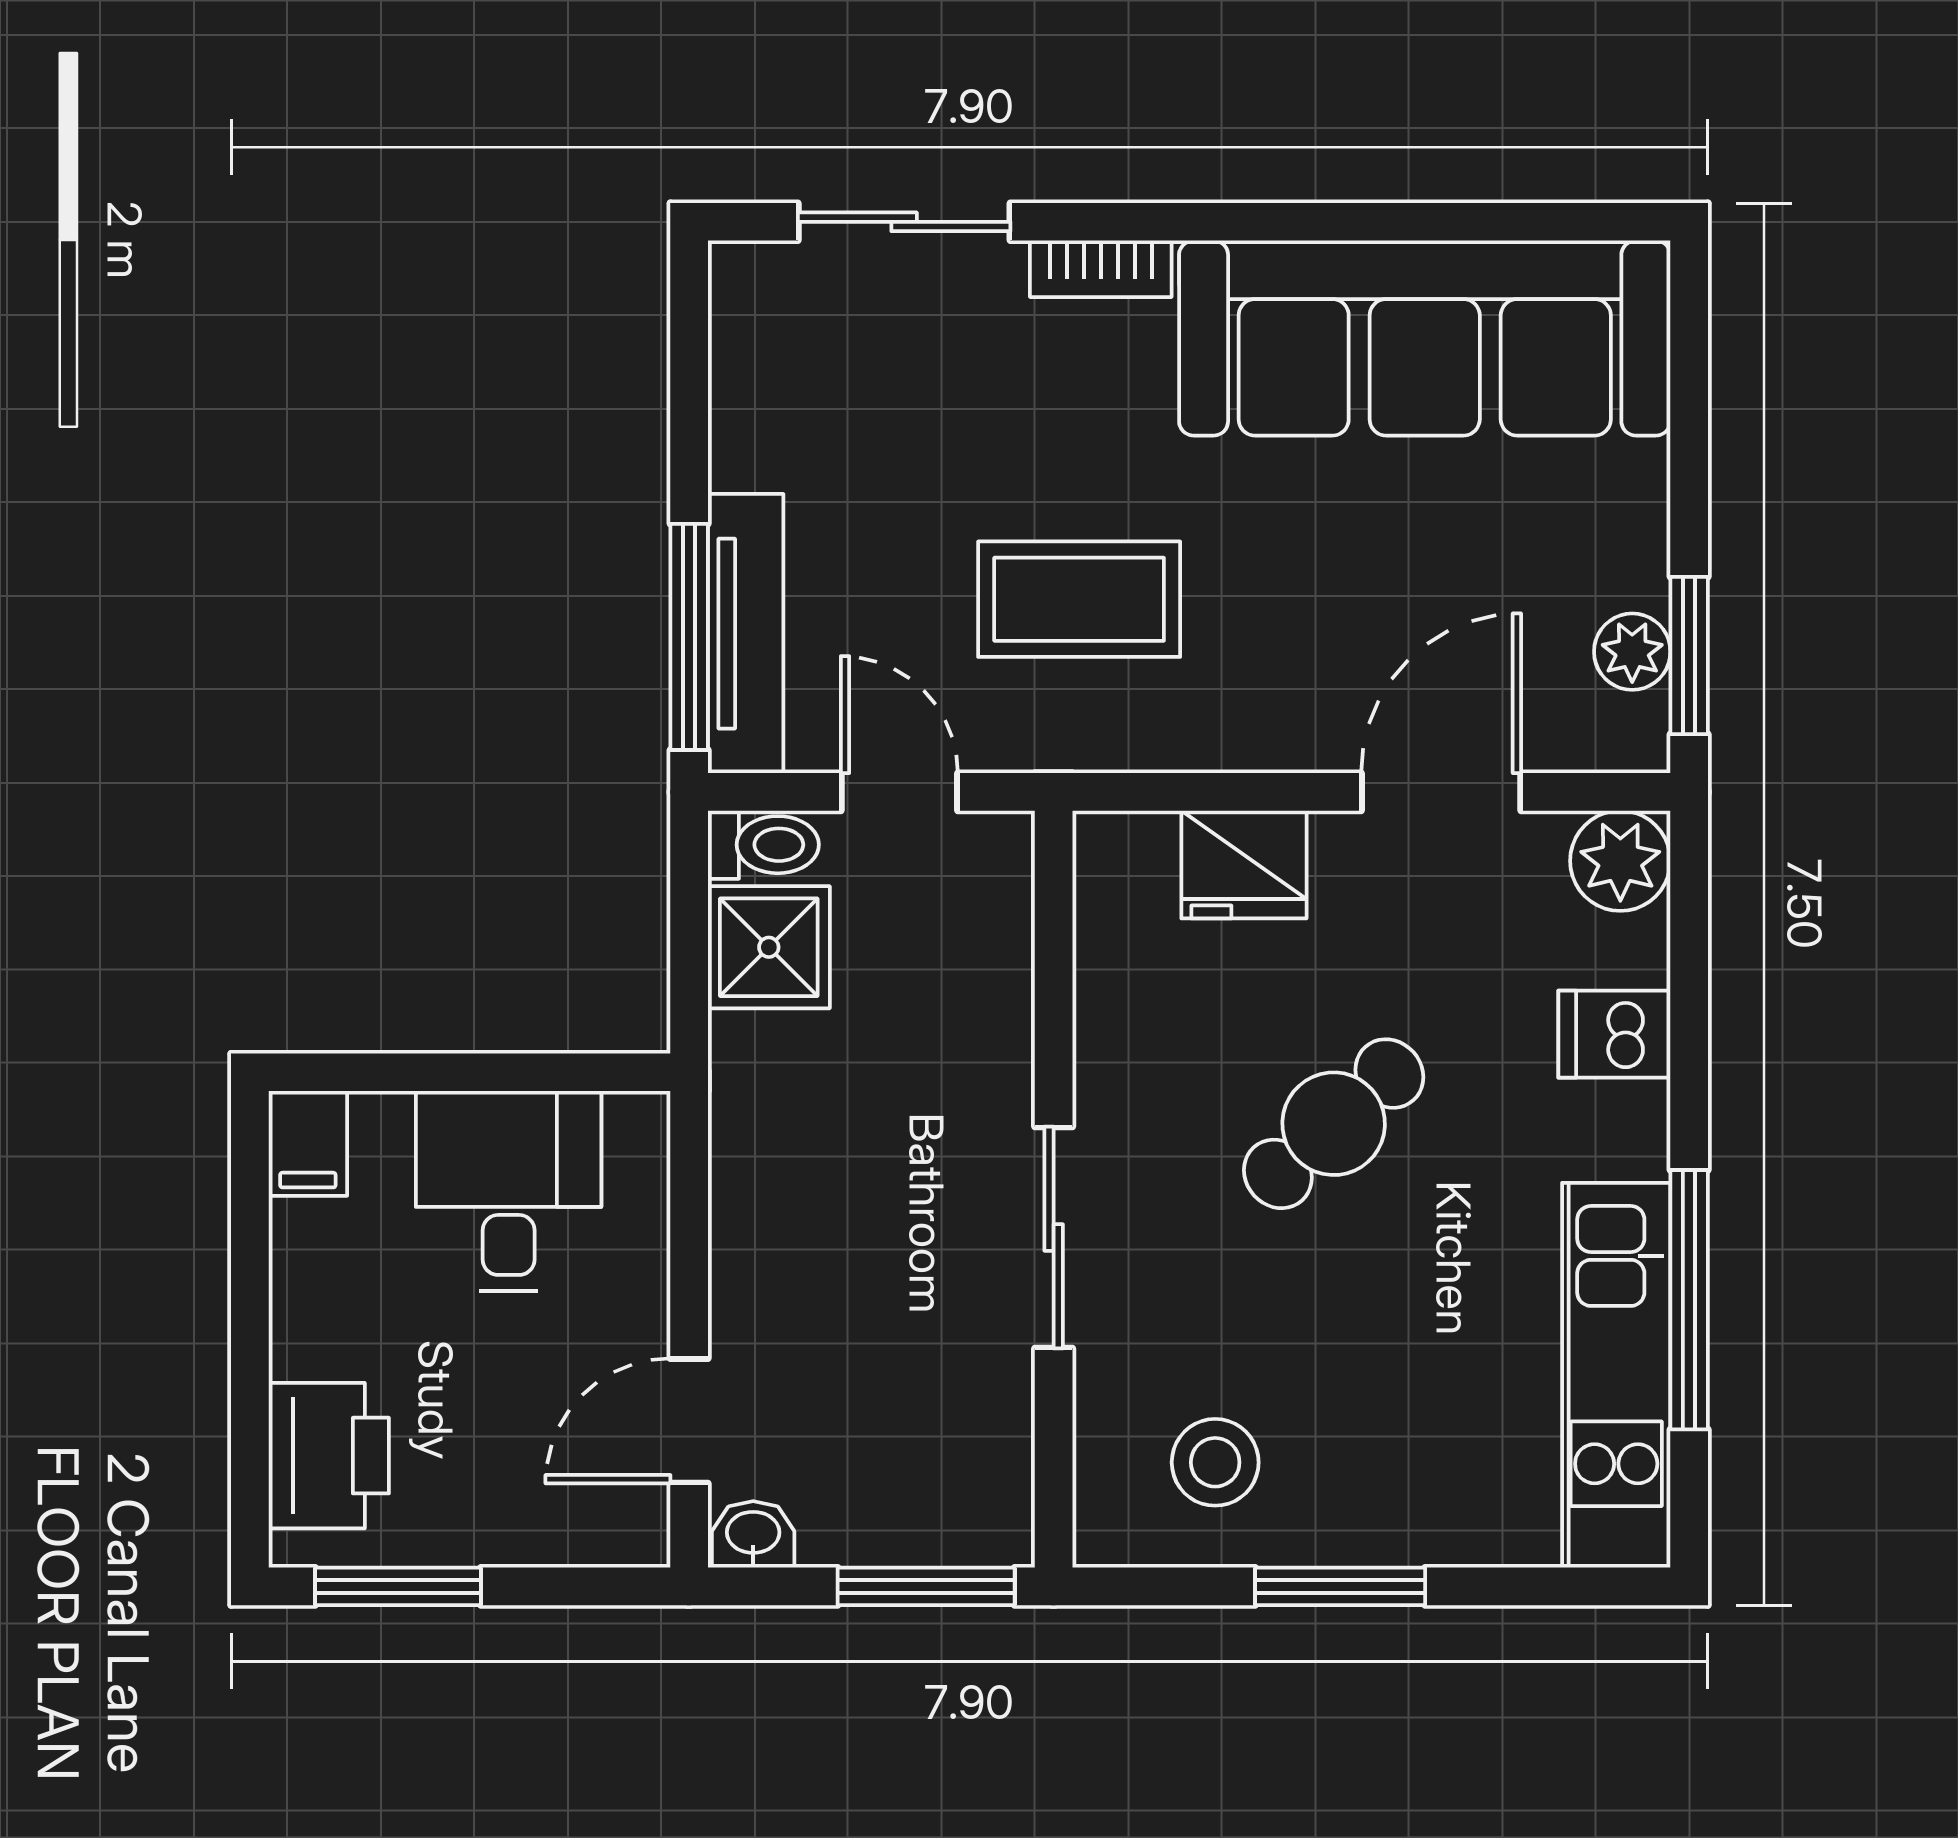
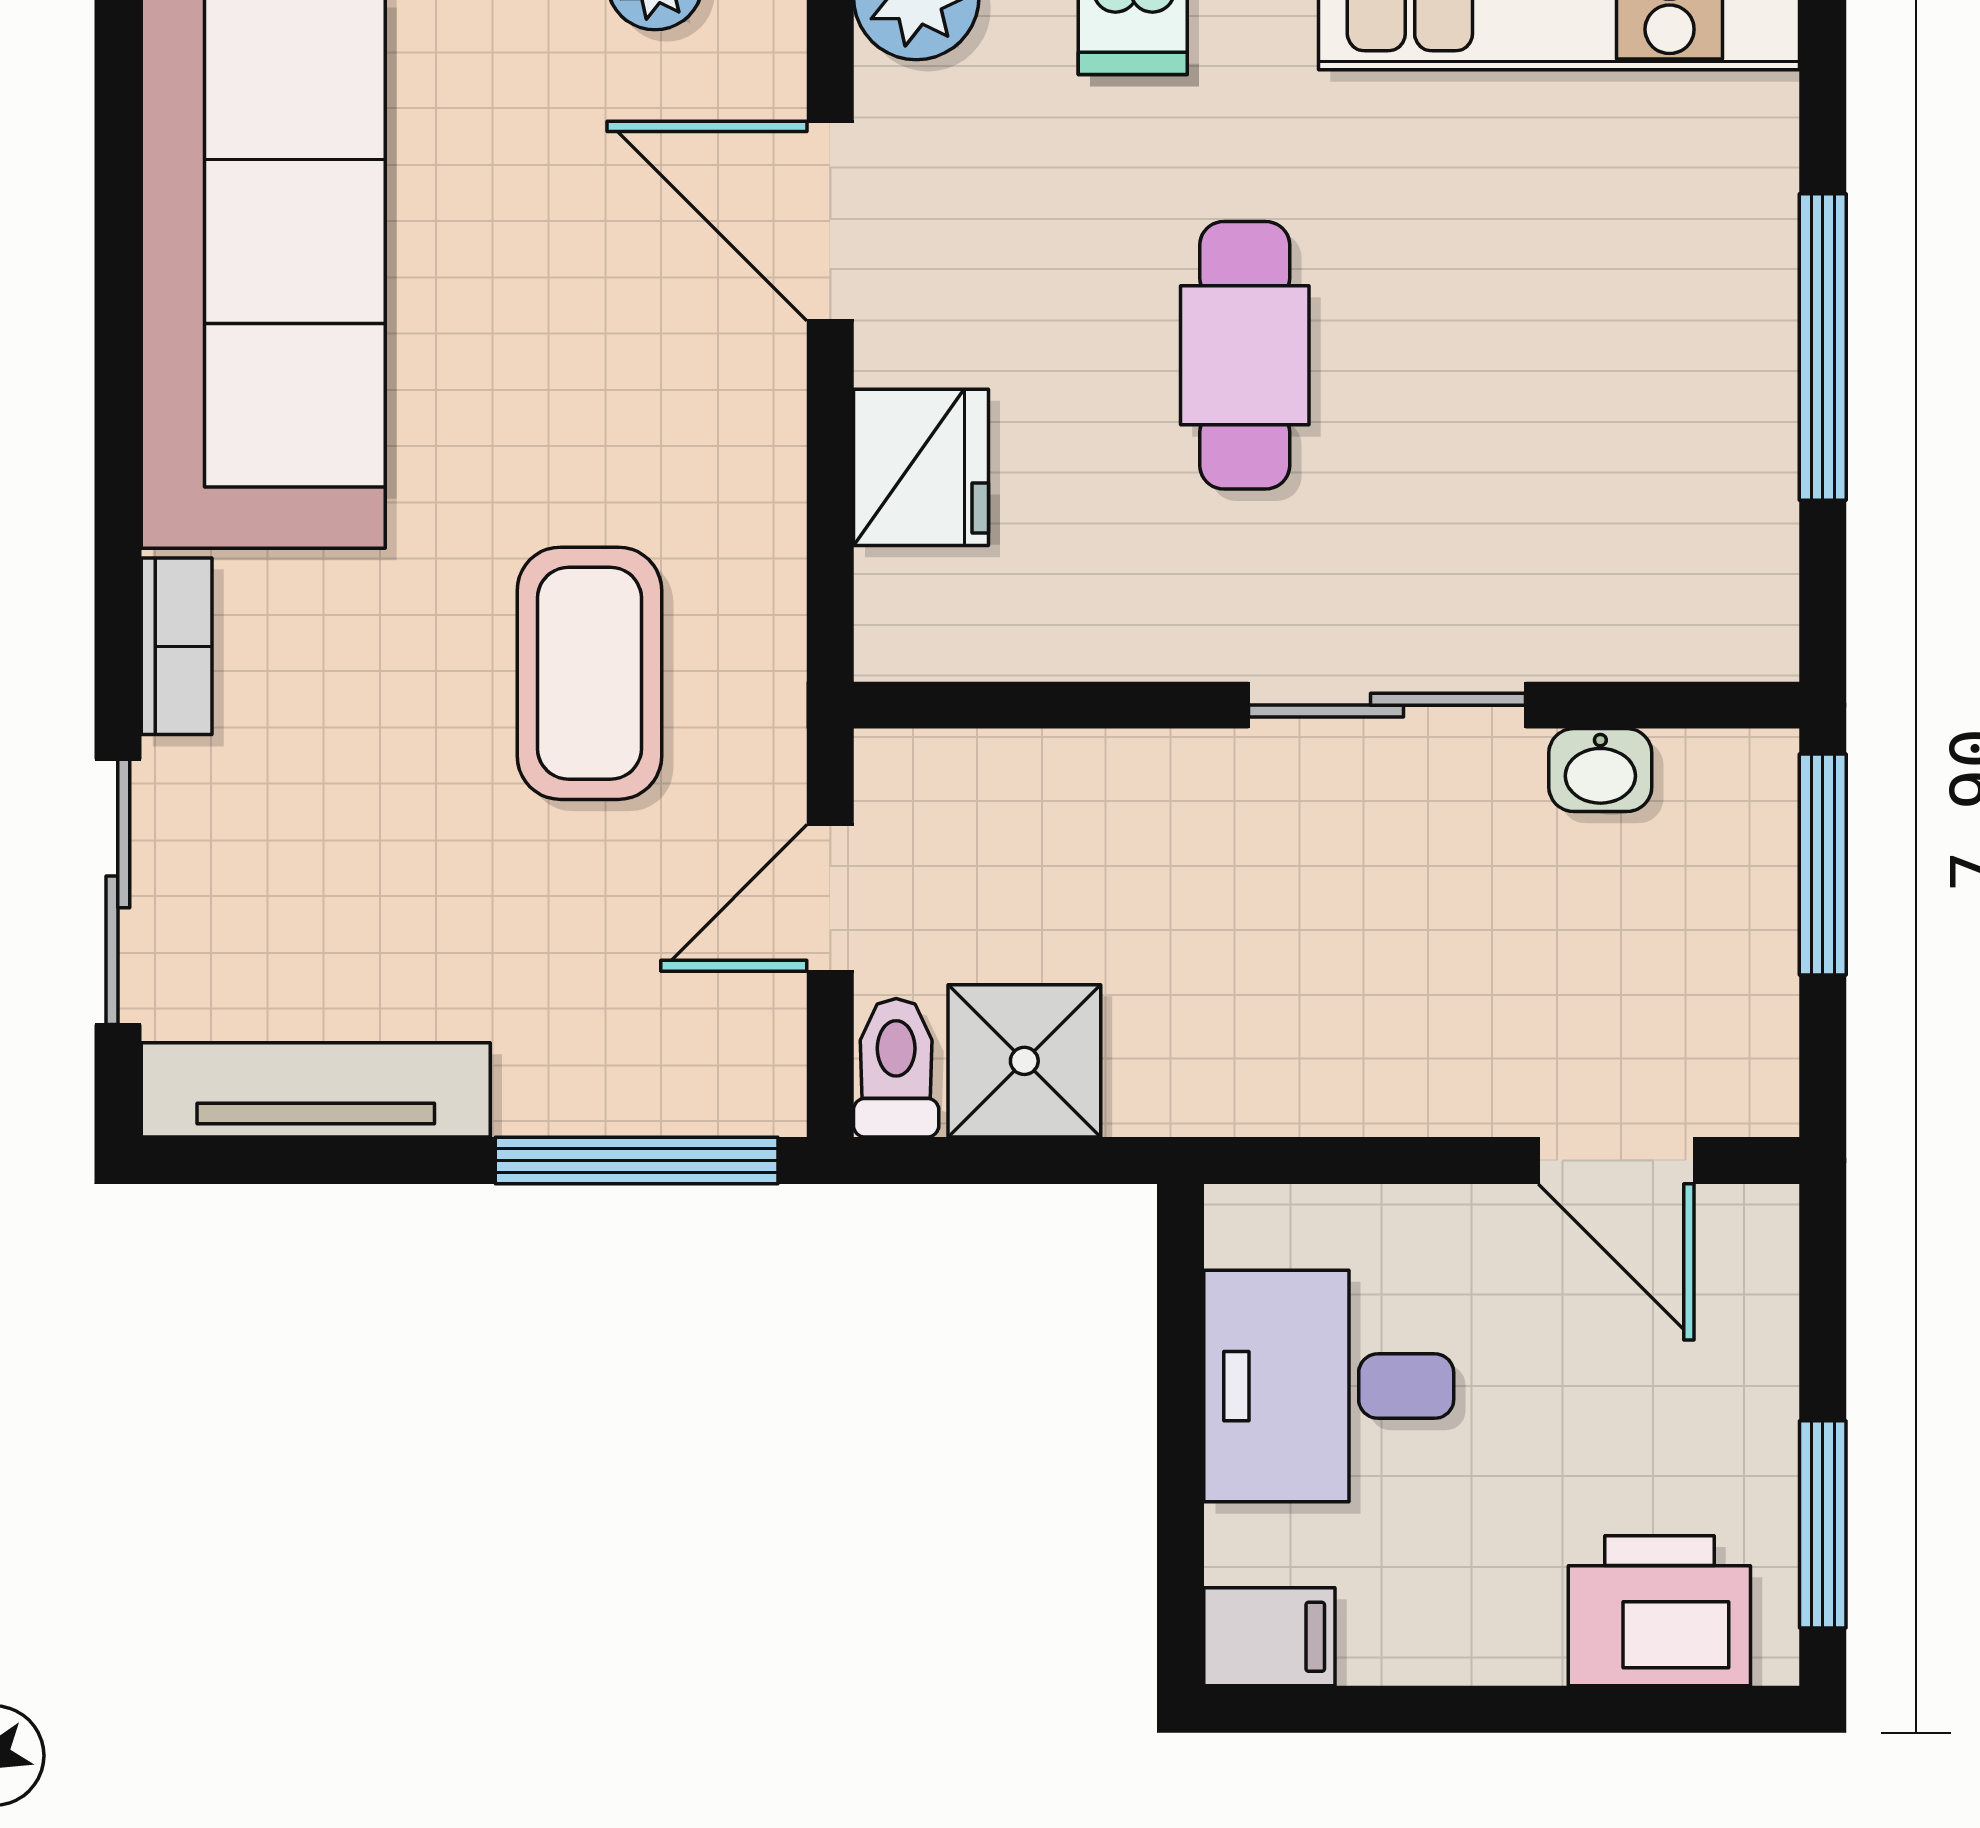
tv unit: (746, 634) -> (316, 1090), moved
cafe table: (1334, 1124) -> (1245, 355), turned 42
stool: (1215, 1462) -> (1668, 503), removed
washbasin: (753, 1534) -> (1600, 770), moved, turned -90
window: (1340, 1586) -> (1823, 347), width x1.44

